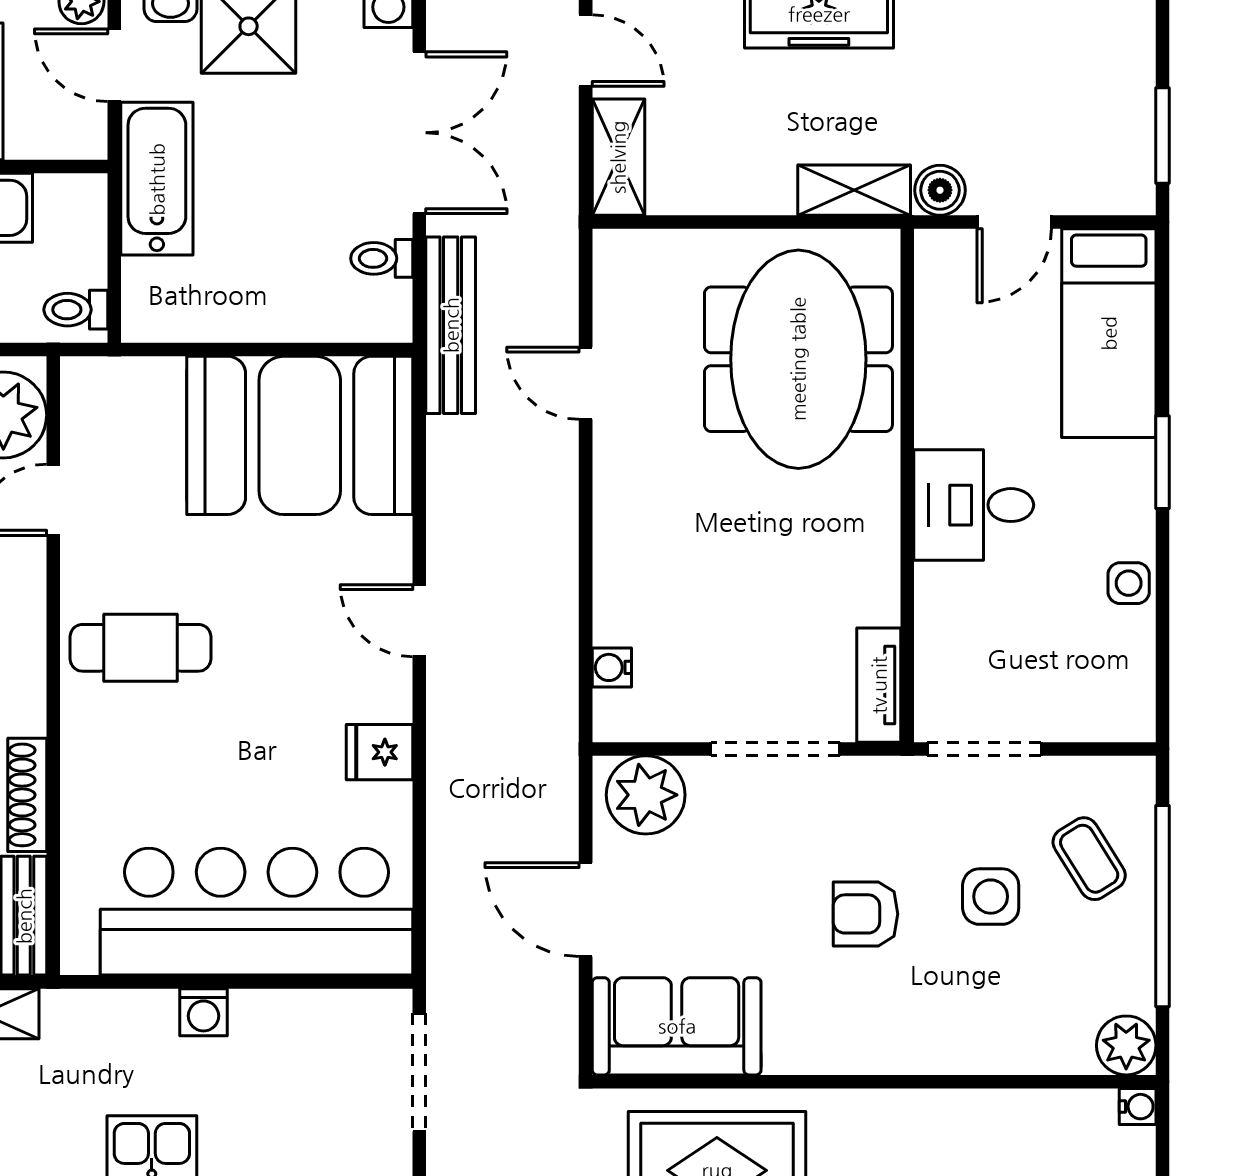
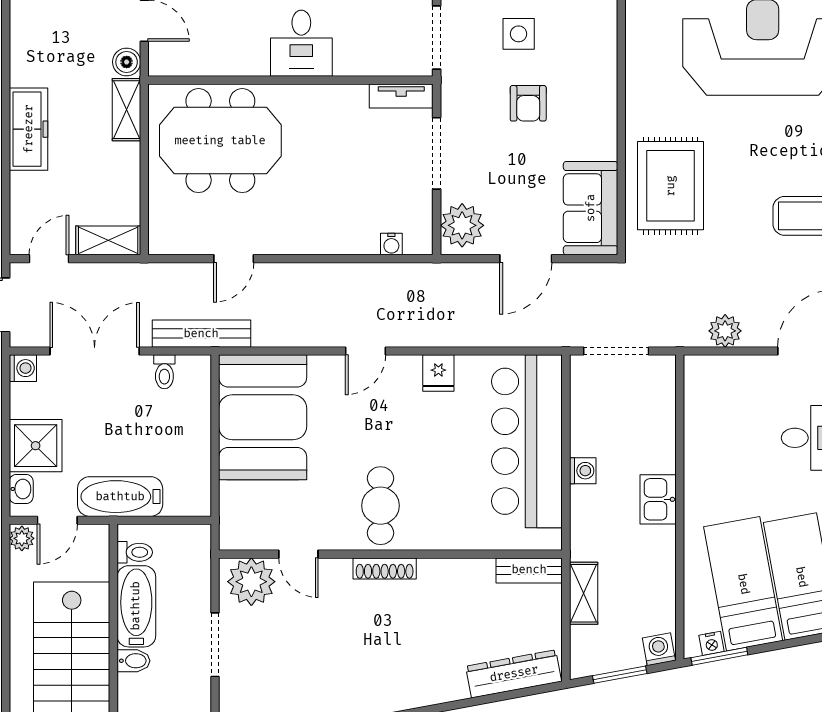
toilet: (76, 310) -> (135, 552), moved, turned -90
shoe rack: (27, 795) -> (385, 568), moved

